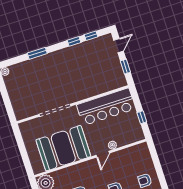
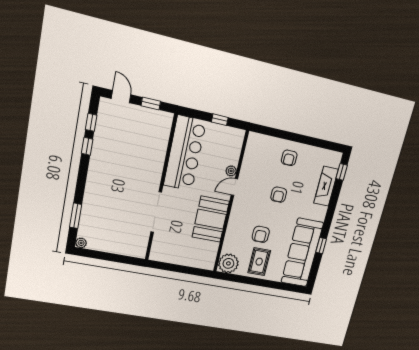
window: (37, 53) -> (76, 216), moved
booth: (63, 148) -> (211, 219), width x0.73, depth x0.70
door: (103, 154) -> (234, 187), swing flipped

